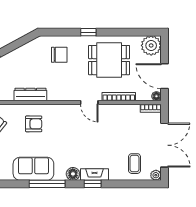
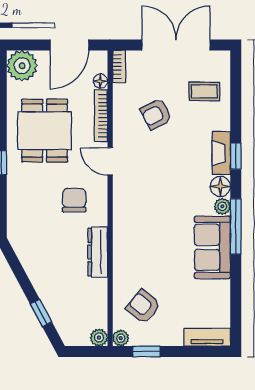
chair: (59, 55) -> (74, 200), moved
floor lamp: (156, 96) -> (100, 81), moved
door: (89, 102) -> (110, 161), swing flipped
armchair: (34, 124) -> (156, 114), moved, turned -117
plant: (156, 175) -> (222, 206), moved

